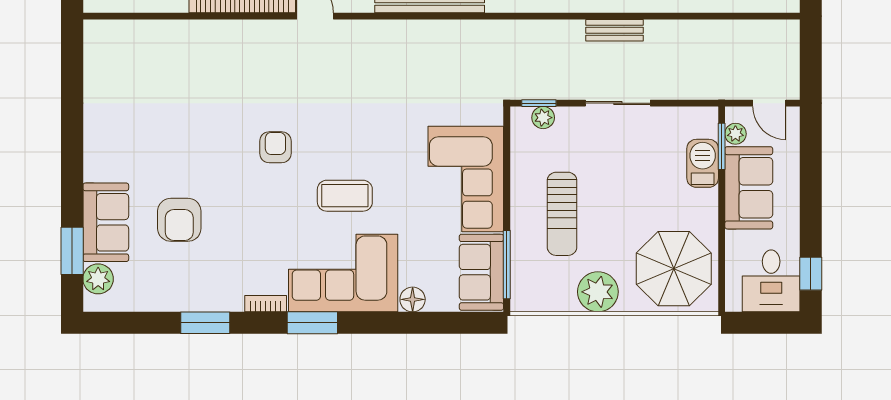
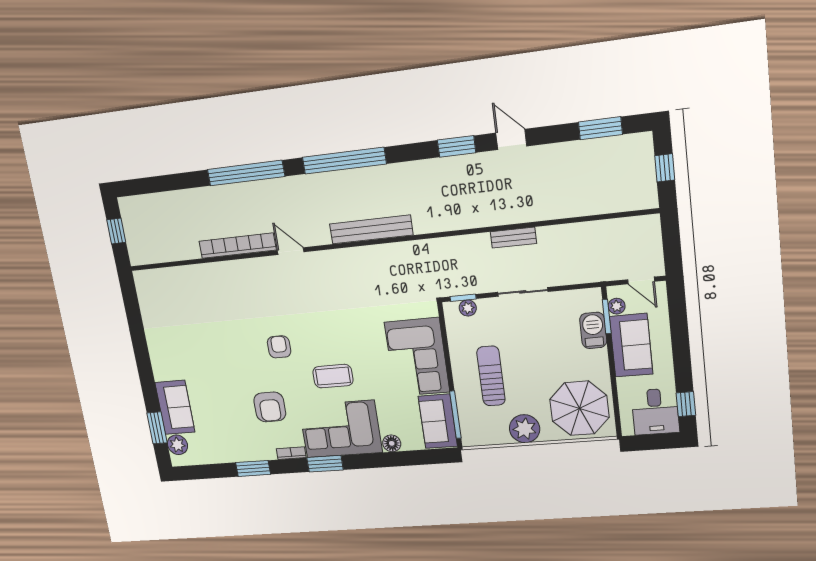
sun lounger: (562, 214) -> (491, 376), turned 180
armchair: (179, 220) -> (270, 407), moved

